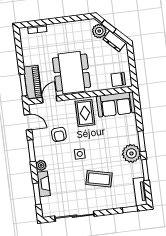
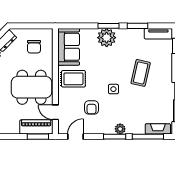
chair: (118, 79) -> (34, 47), moved
armchair: (59, 134) -> (92, 107), turned 93
window: (32, 151) -> (115, 137), moved
plant: (131, 153) -> (107, 38), moved
fireplace: (44, 184) -> (158, 129), moved
window: (37, 194) -> (148, 137), width x1.44

